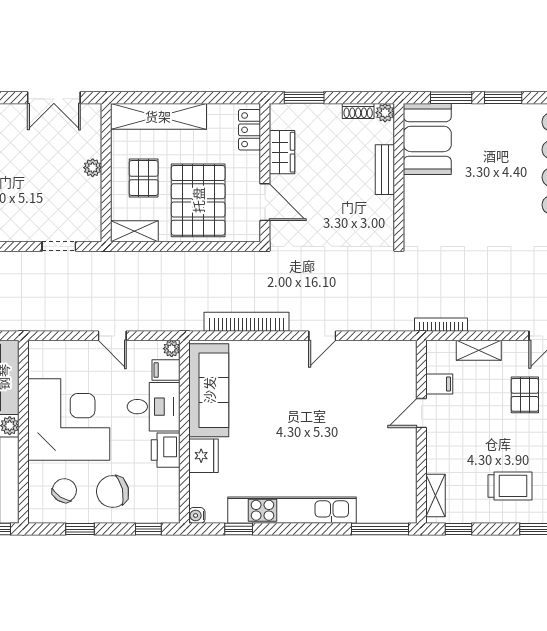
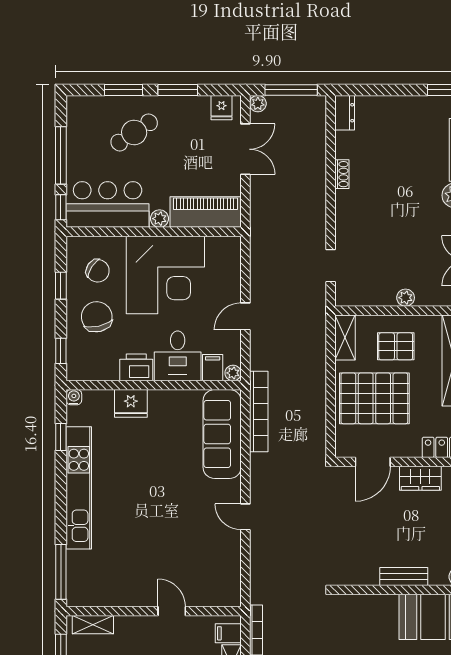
bookcase: (247, 322) -> (259, 411), moved
filing cabinet: (439, 384) -> (228, 633), moved, turned 90
sofa: (209, 390) -> (222, 434), moved, turned 90

